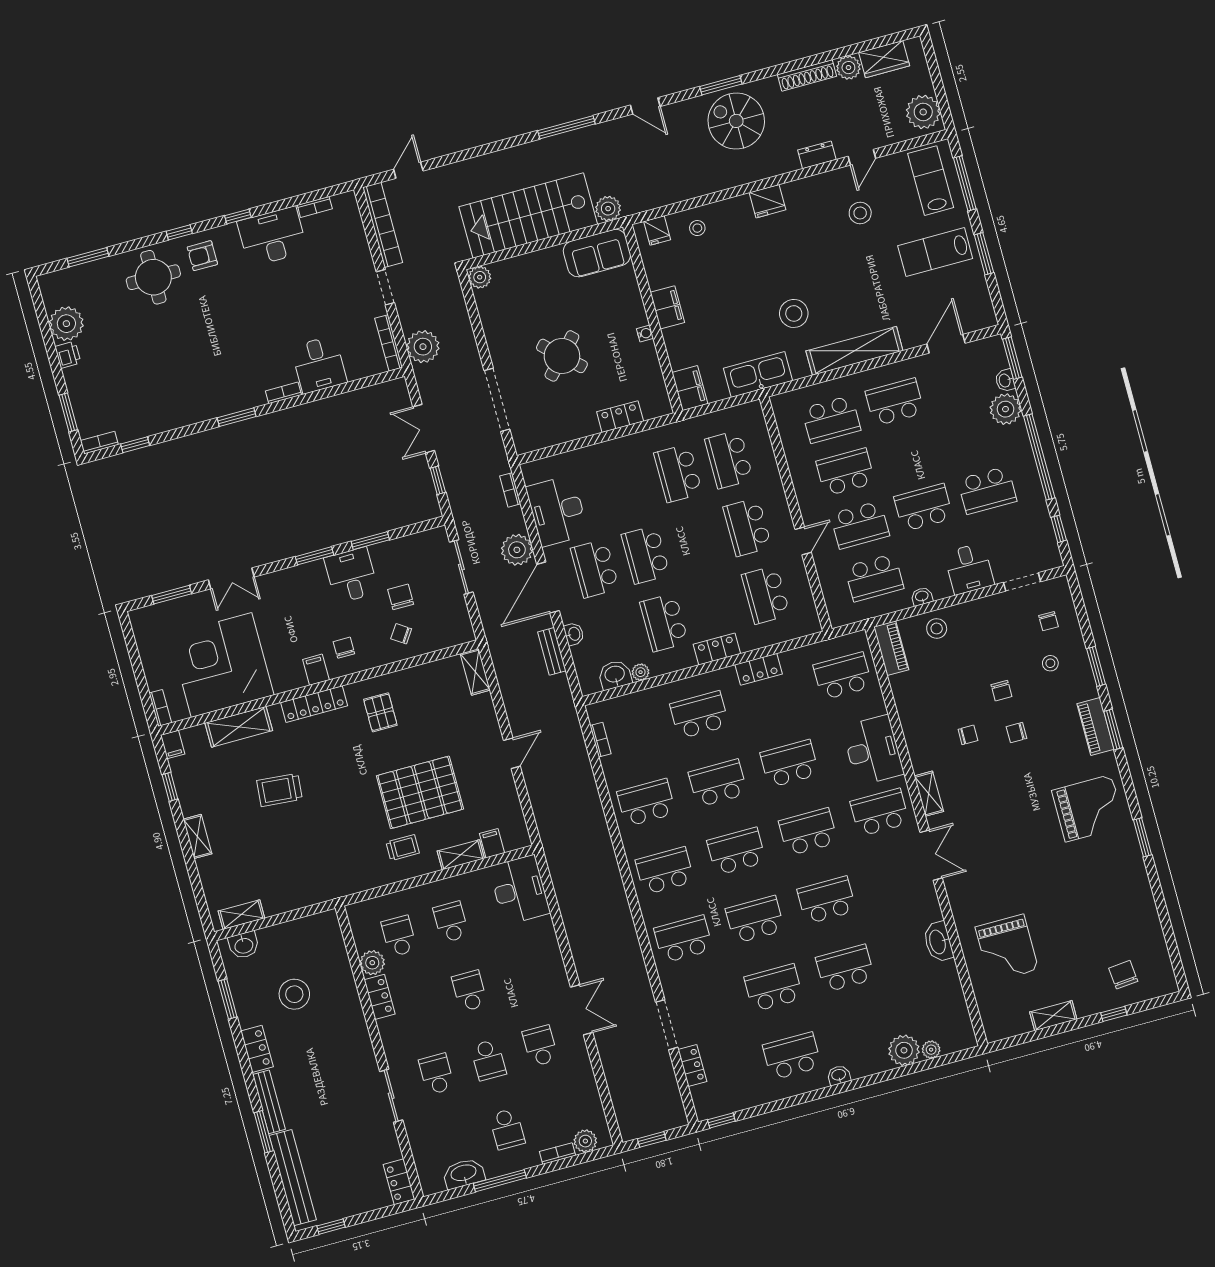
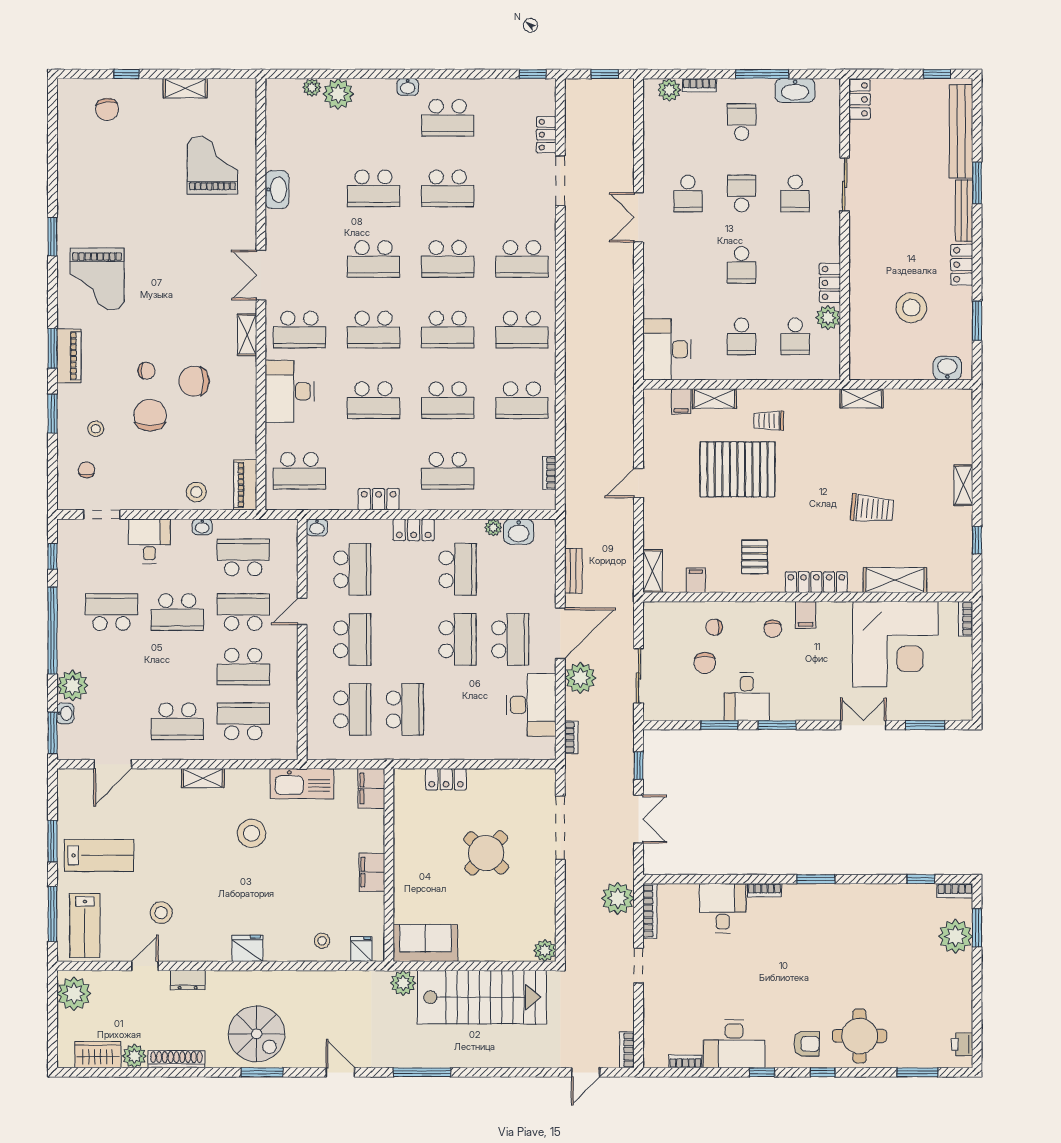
bookcase: (383, 225) -> (627, 1050), width x0.43, depth x0.76
plant: (66, 324) -> (955, 936), moved
water cooler: (645, 333) -> (400, 853), removed
shelving: (854, 351) -> (203, 778), width x0.45, depth x0.75
printer: (68, 355) -> (962, 1044), moved
chair: (401, 634) -> (714, 627), turned 146
washbasin: (574, 634) -> (317, 527), moved, turned -90
chair: (1001, 691) -> (150, 415), width x1.87, depth x1.87
chair: (968, 735) -> (194, 381), width x1.87, depth x1.87
filing cabinet: (173, 745) -> (696, 580), moved
grand piano: (1088, 808) -> (97, 279), turned -90
shelving: (241, 915) -> (862, 398), moved

